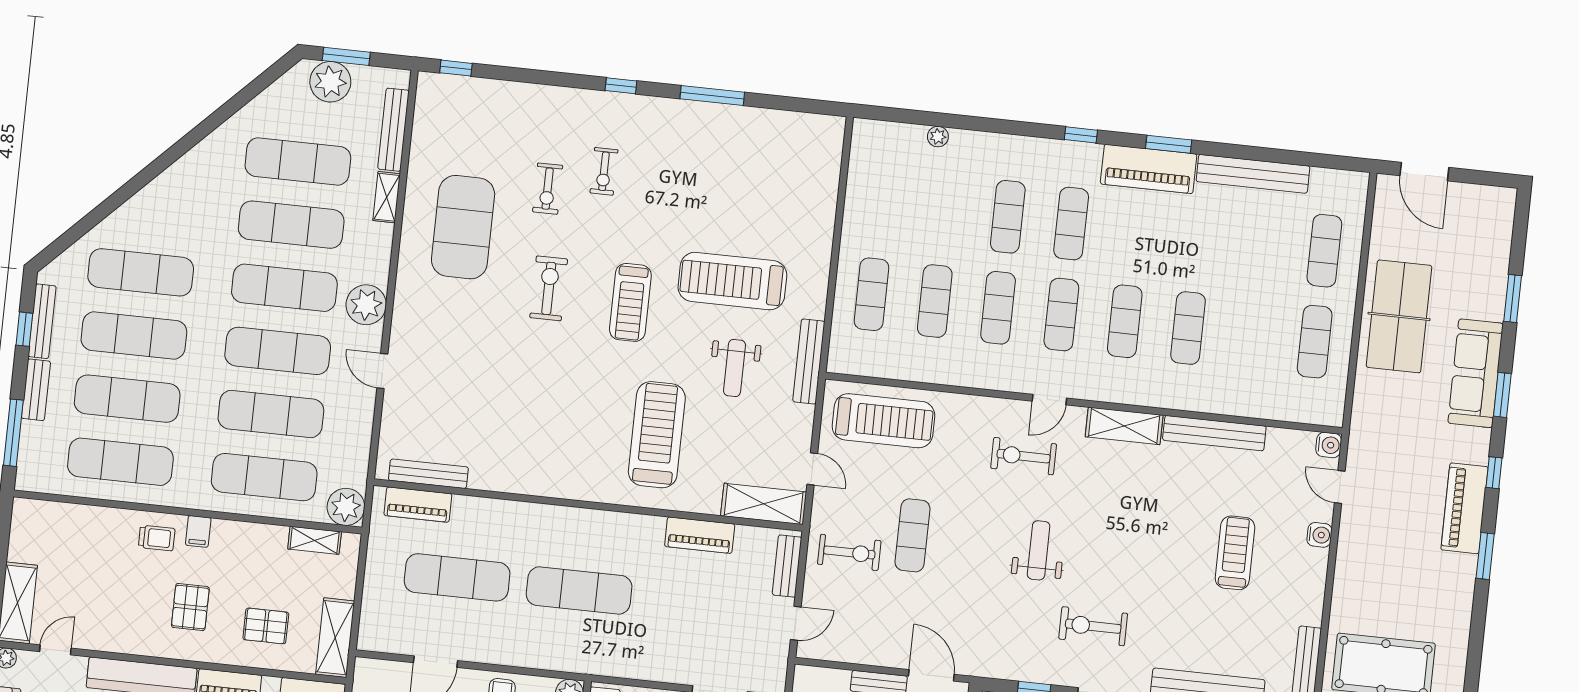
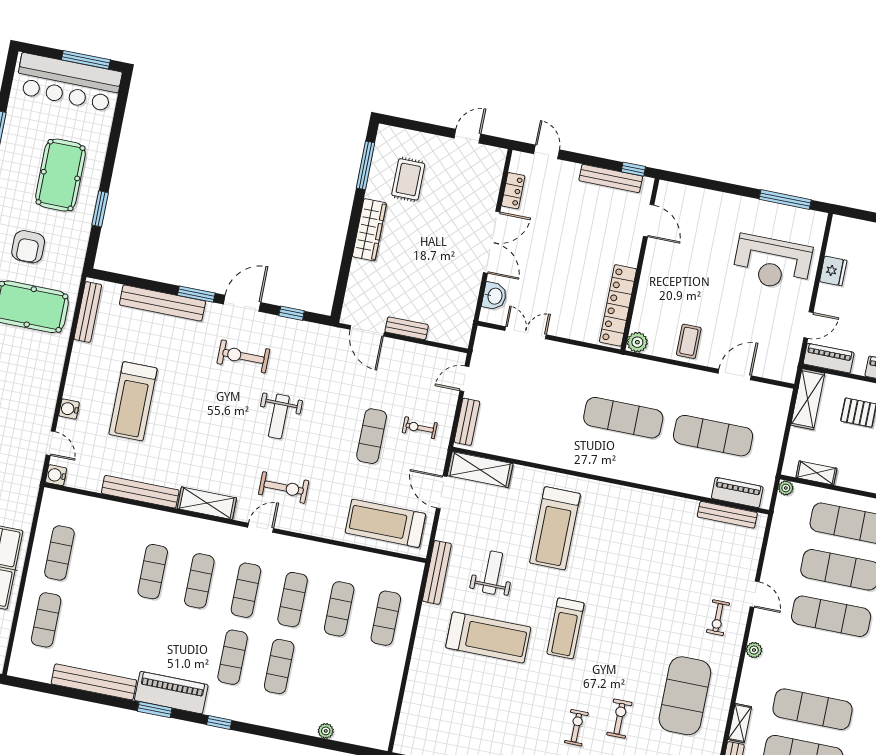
exercise mat: (284, 288) -> (822, 663), removed
exercise bike: (549, 288) -> (718, 618), moved, width x0.73, depth x0.72
treadmill: (630, 302) -> (566, 628), turned 180
plant: (366, 305) -> (754, 650), width x0.53, depth x0.53
door: (812, 469) -> (442, 492), width x1.38
plant: (346, 507) -> (786, 488), width x0.53, depth x0.53
piano: (700, 535) -> (530, 451), removed
exercise bike: (849, 552) -> (420, 428), width x0.73, depth x0.72
treadmill: (1235, 553) -> (133, 401), width x1.37, depth x1.38
exercise bike: (1093, 626) -> (243, 356), turned 180

